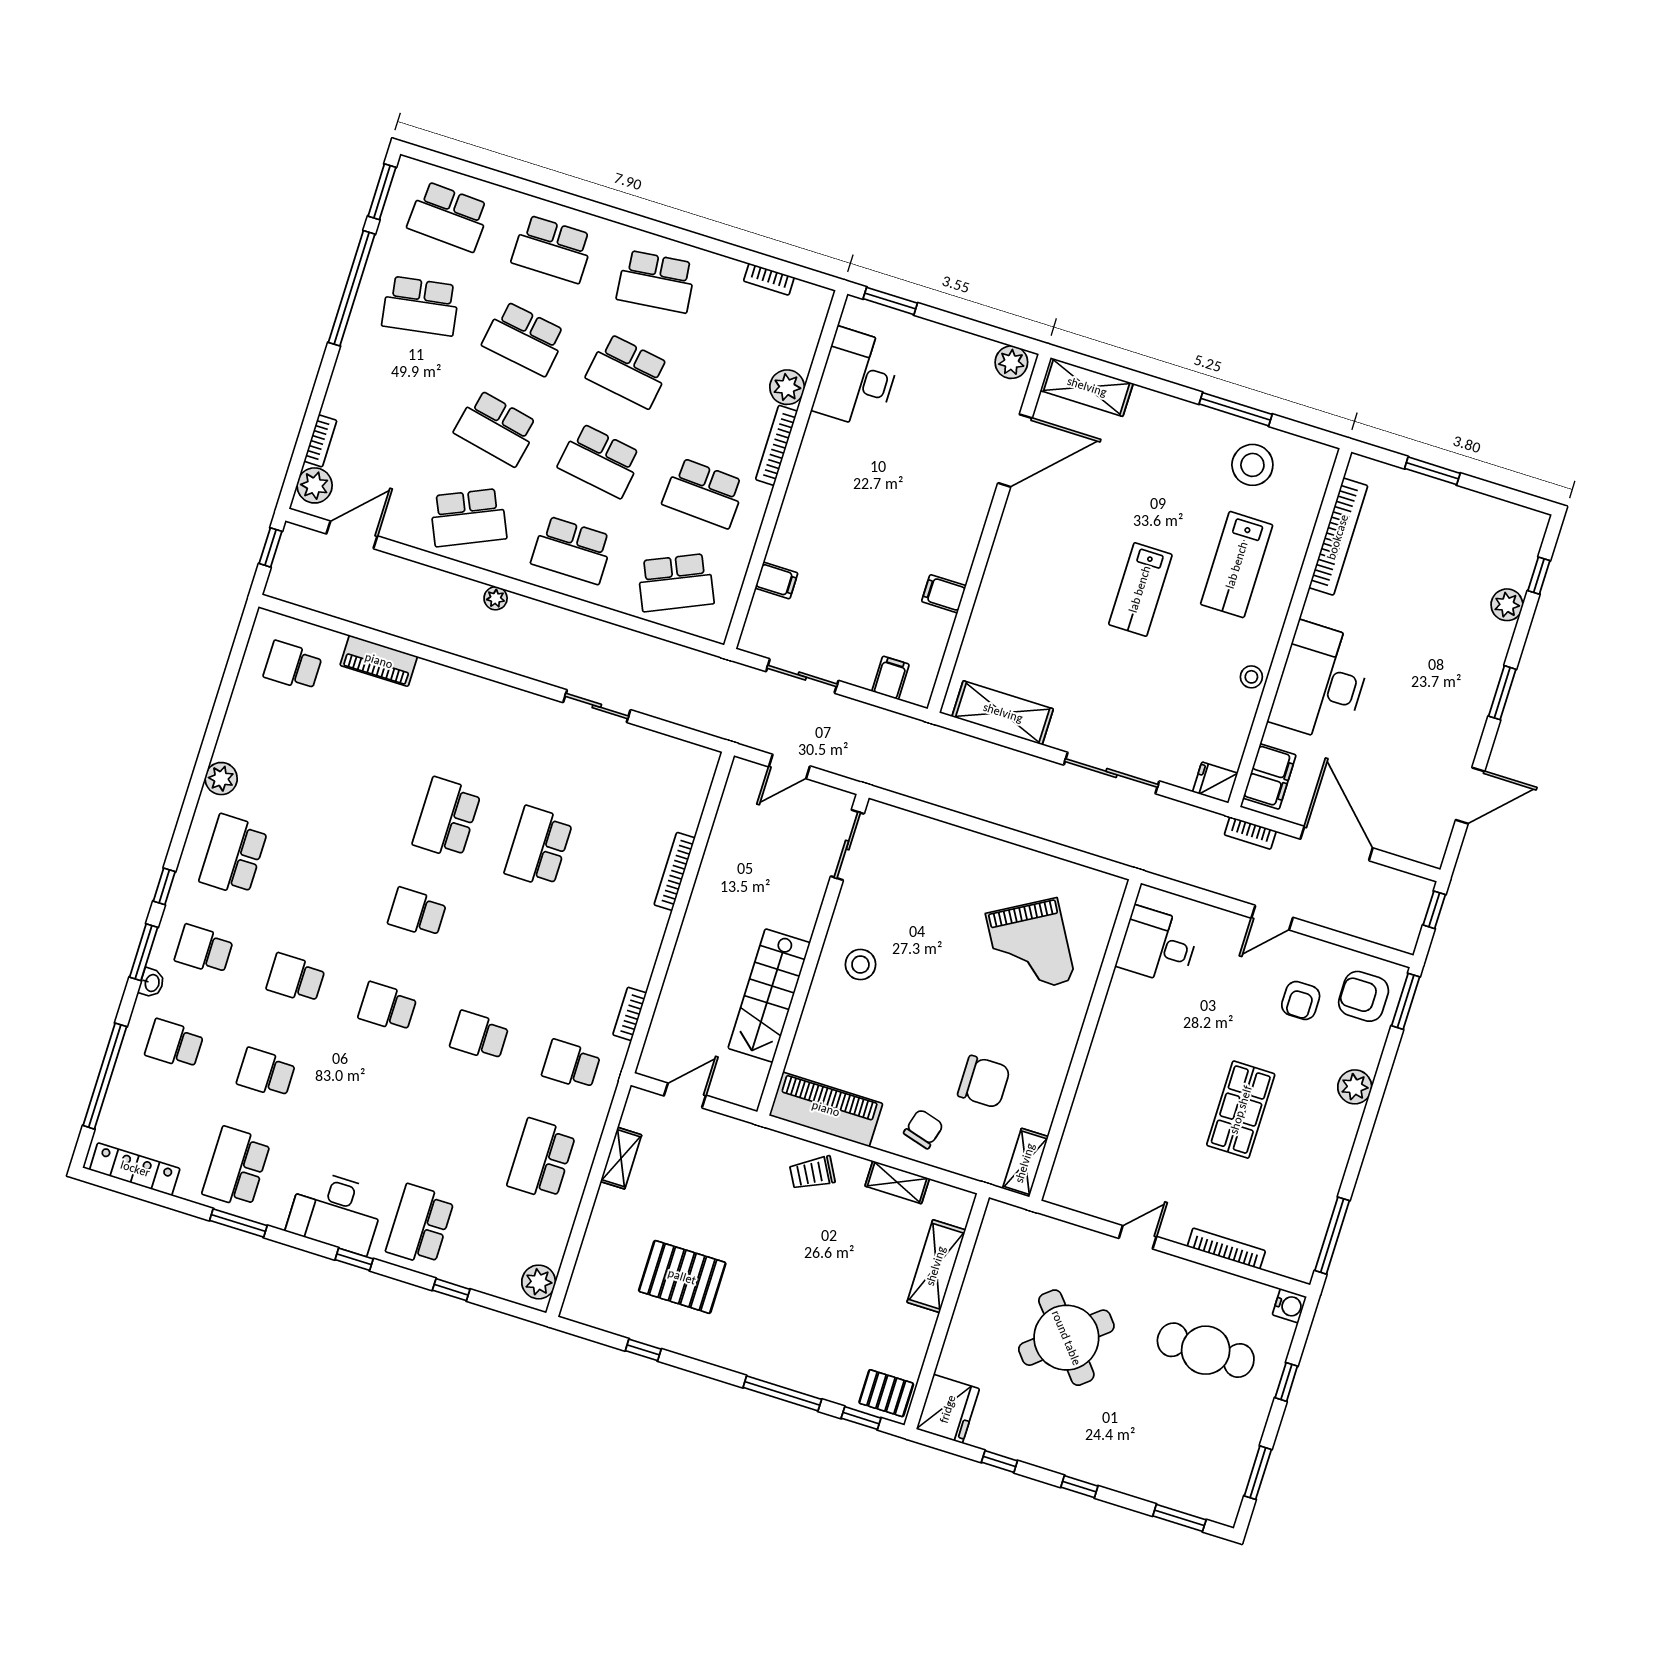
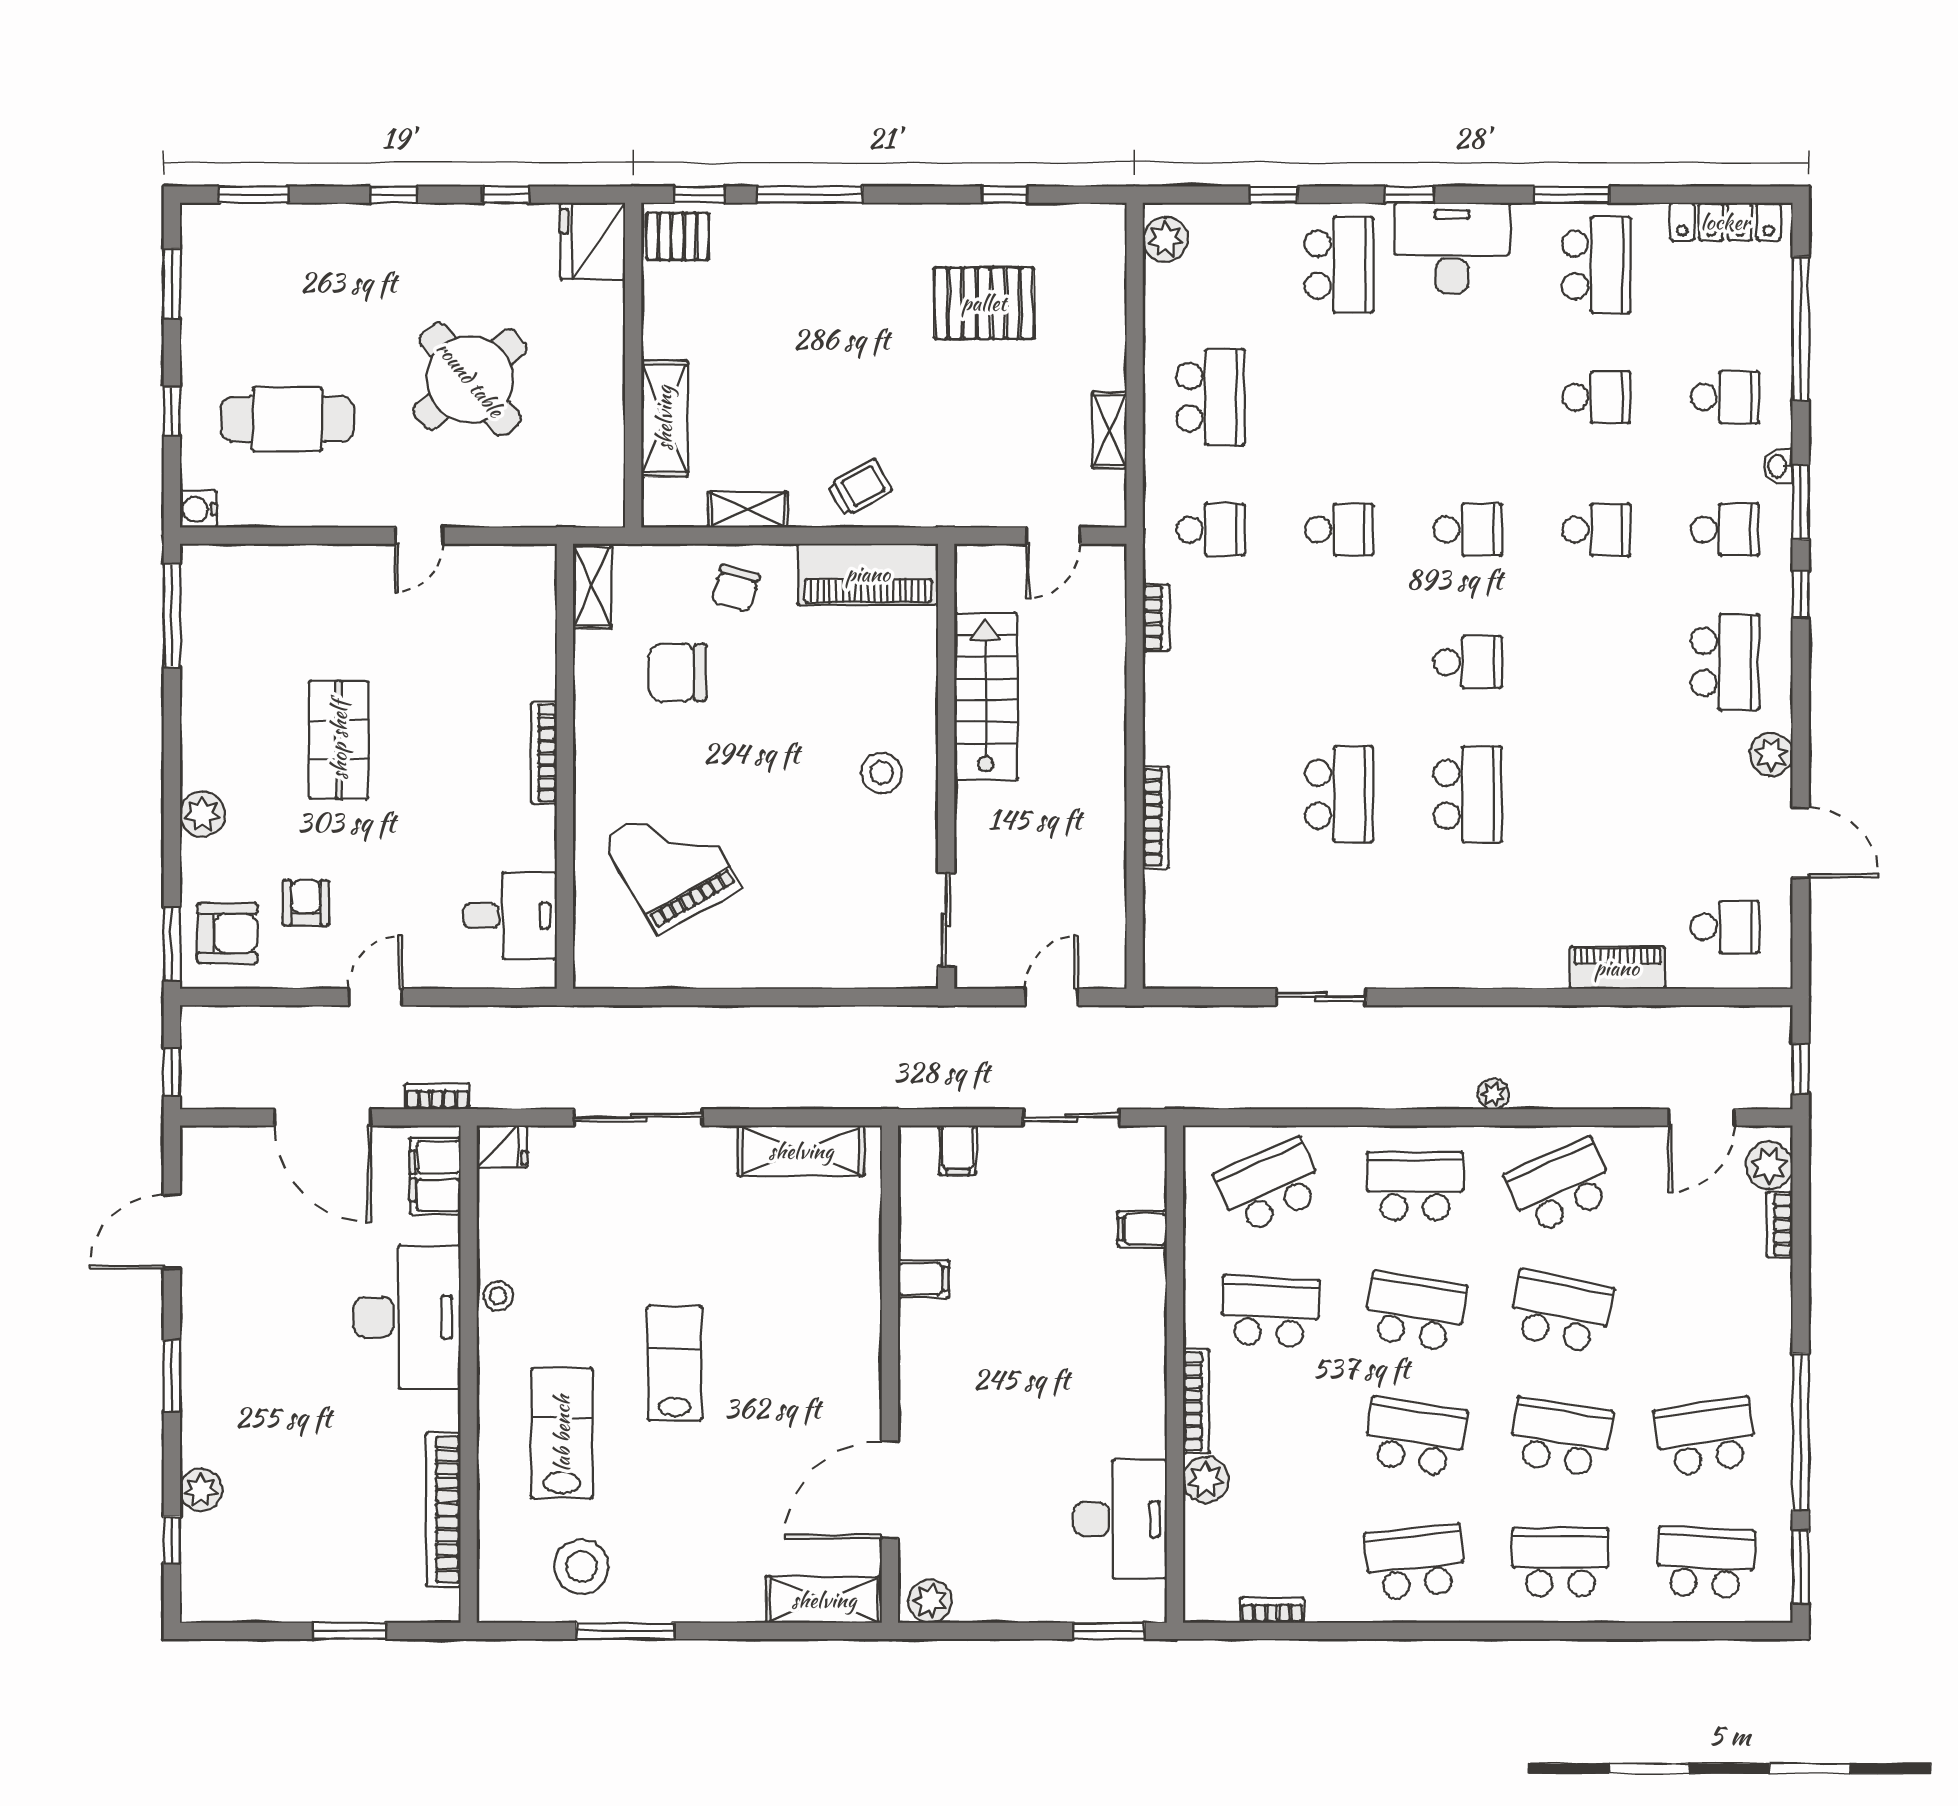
door: (220, 709) -> (1801, 843), added
bookcase: (1226, 1249) -> (544, 753), moved, turned 90

